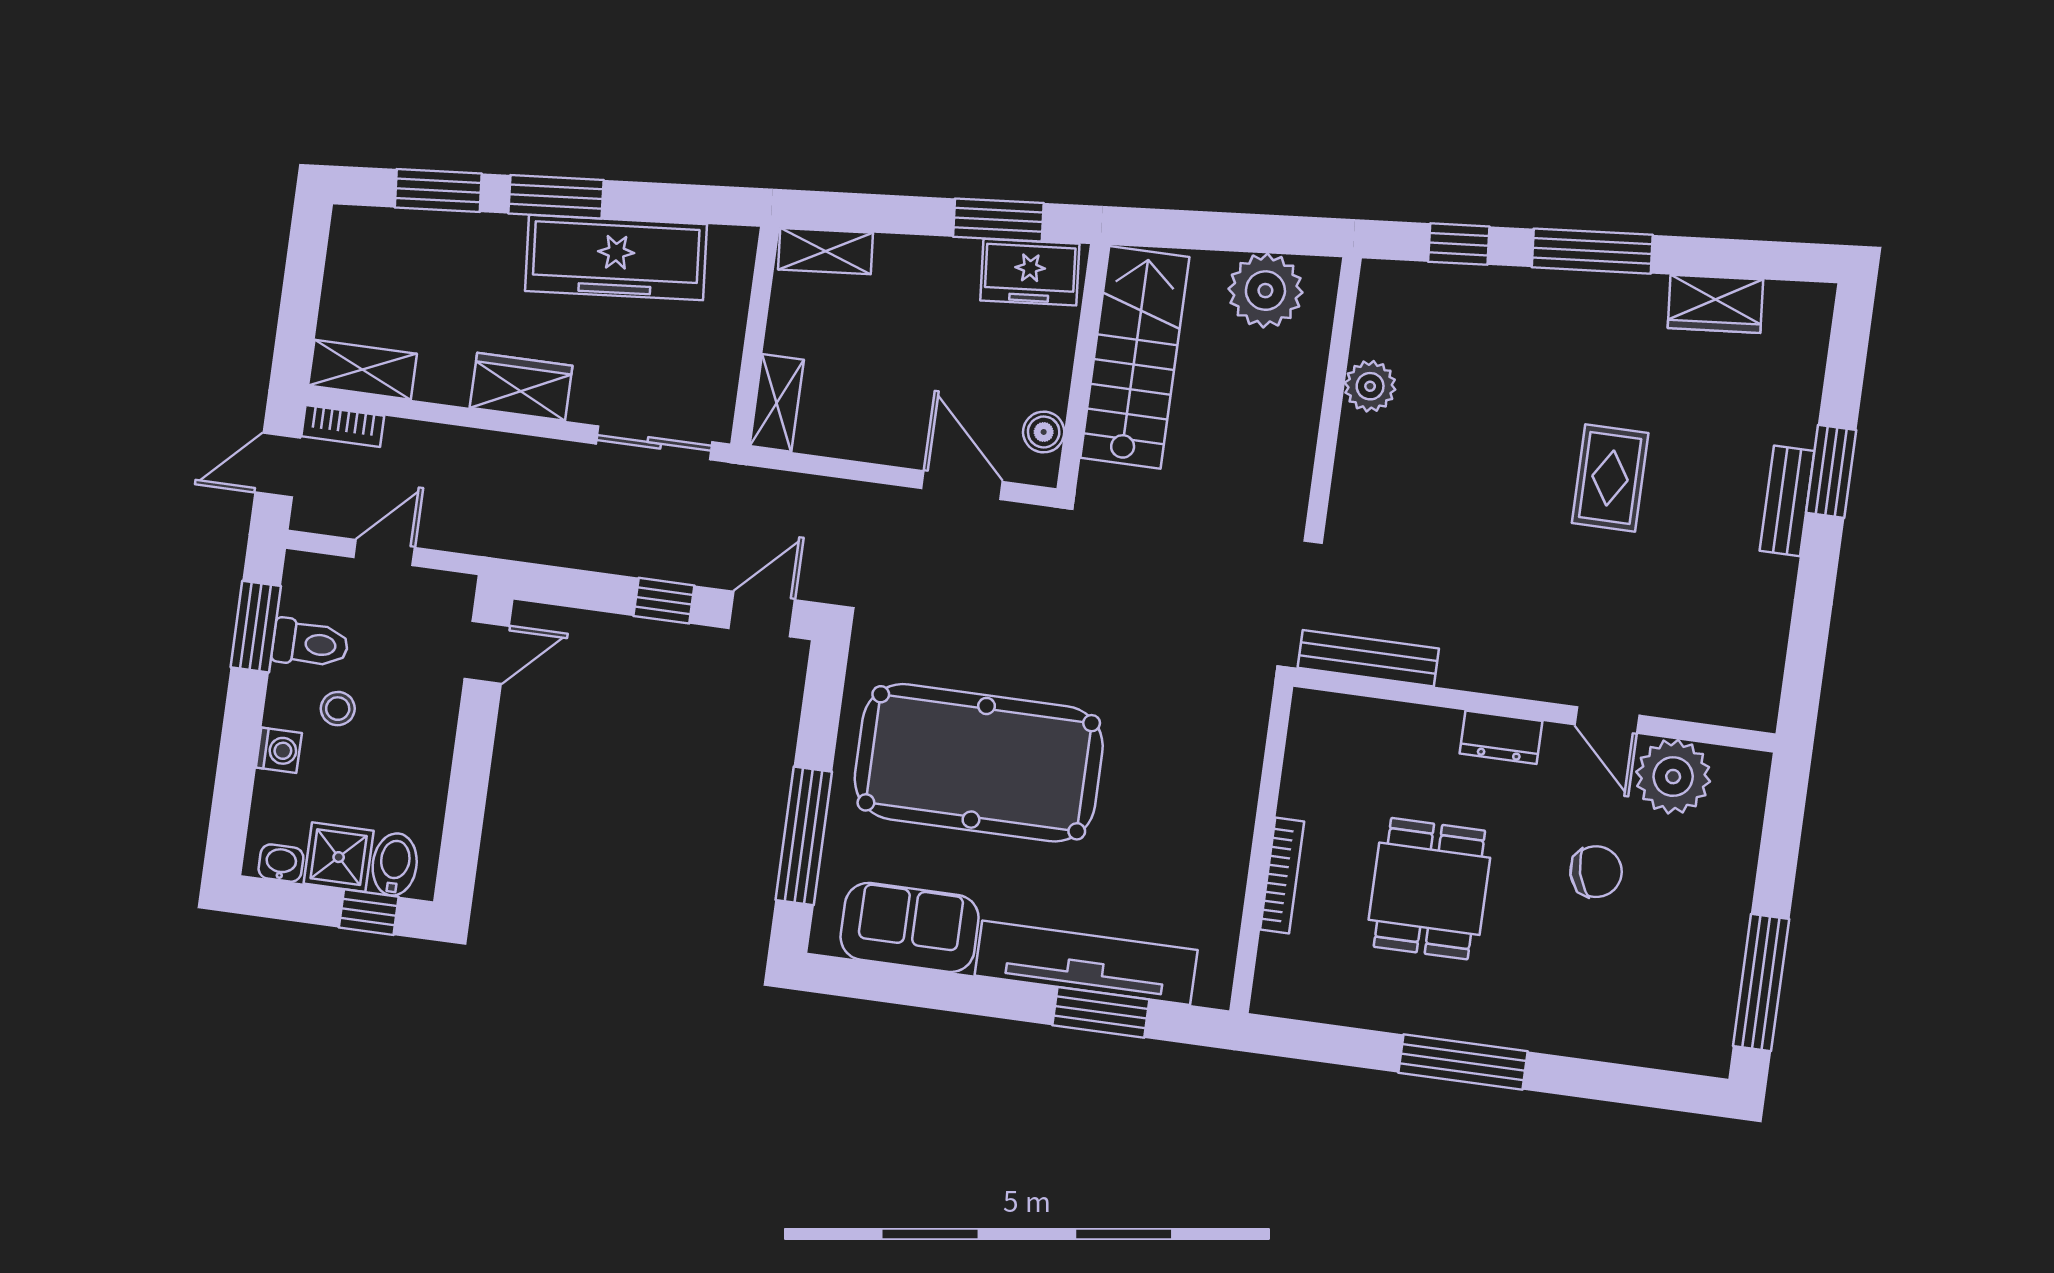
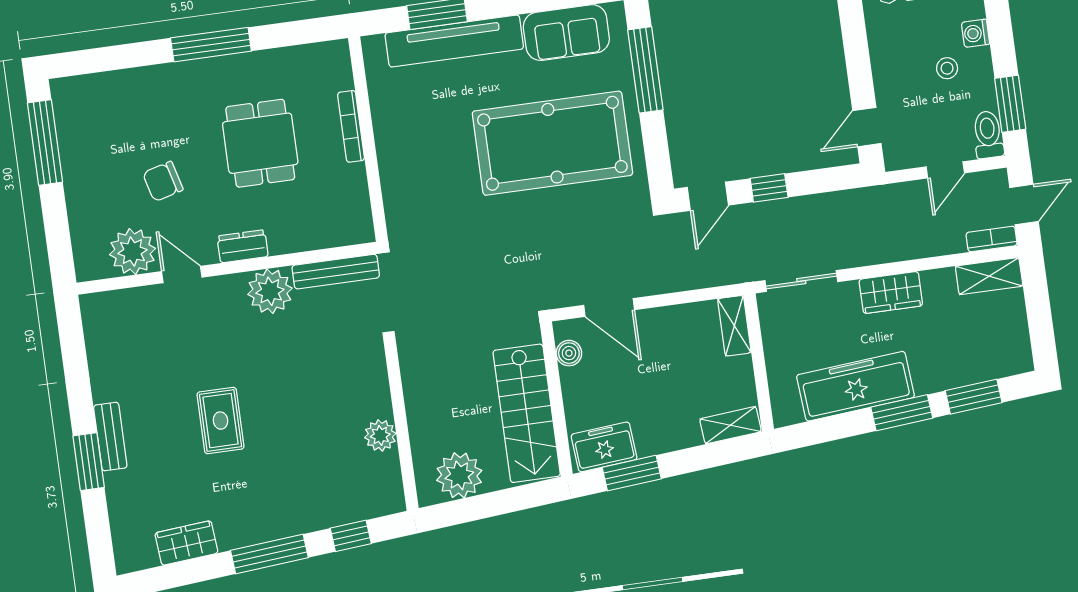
toilet: (310, 644) -> (988, 135), moved, turned 90
plant: (1478, 656) -> (270, 291), added

